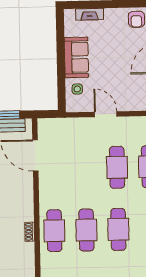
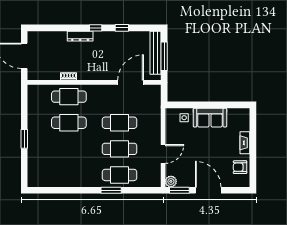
fireplace: (90, 14) -> (245, 143), moved
door: (106, 114) -> (163, 154), moved
cafe table: (118, 229) -> (120, 123), moved

